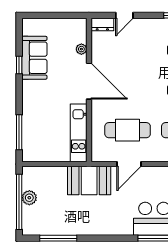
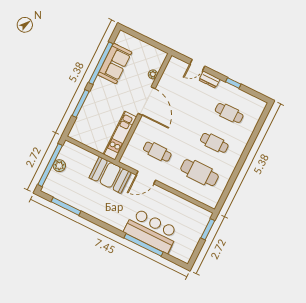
dresser: (102, 24) -> (209, 80), moved
window: (19, 65) -> (101, 63), width x3.17
cafe table: (128, 130) -> (157, 152), width x0.73, depth x0.74
window: (19, 132) -> (81, 104), moved

